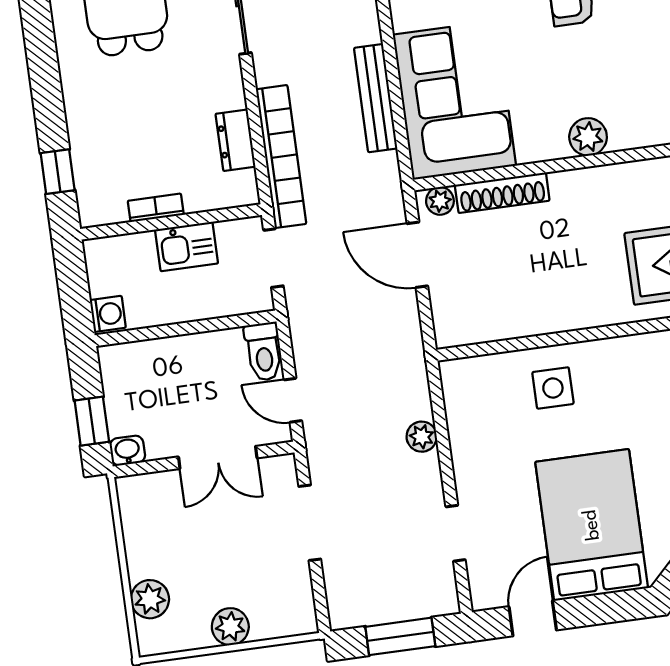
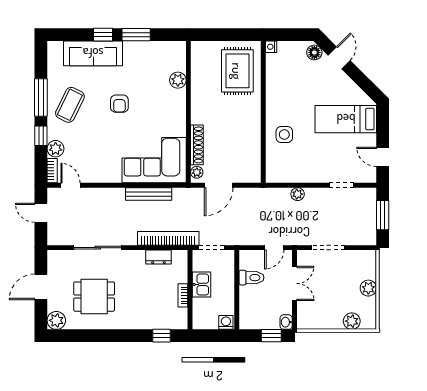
plant: (588, 137) -> (178, 80), moved
toilet: (264, 352) -> (251, 278), moved
bed: (592, 525) -> (346, 119), width x0.67

